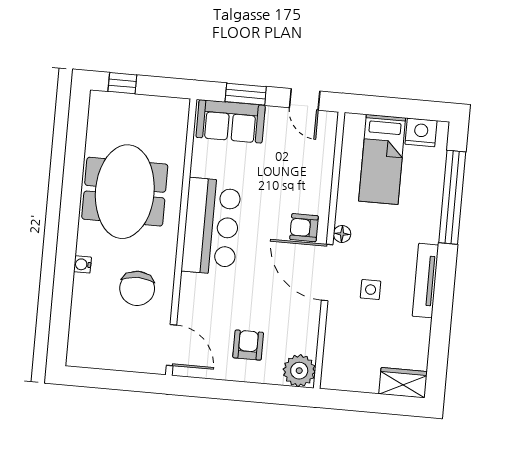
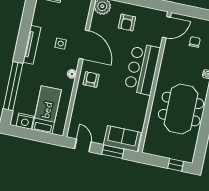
bar counter: (211, 226) -> (142, 69), moved
armchair: (304, 228) -> (91, 79), turned -90
door: (327, 273) -> (84, 45), moved
chair: (137, 288) -> (195, 42), moved, width x0.54, depth x0.54
door: (172, 345) -> (166, 27), swing flipped

